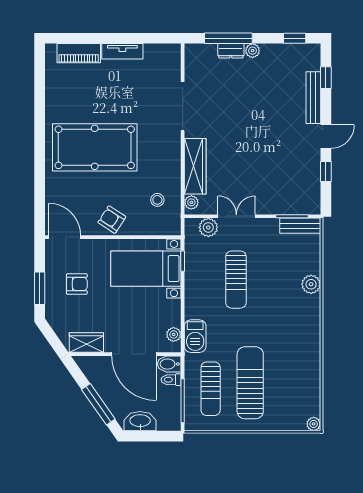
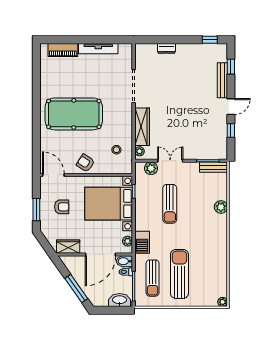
window: (228, 38) -> (165, 40), removed
tv unit: (122, 51) -> (98, 49), width x1.41
plant: (253, 51) -> (181, 48), removed
bed with nightstands: (146, 269) -> (109, 204), width x1.36
door: (134, 354) -> (100, 254), hinge flipped
washbasin: (140, 421) -> (120, 300), moved

